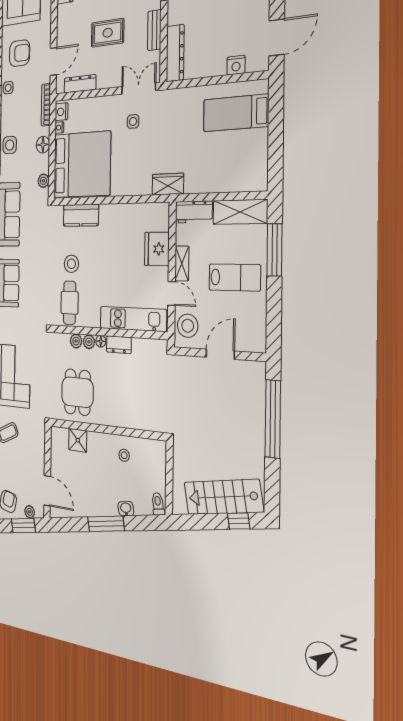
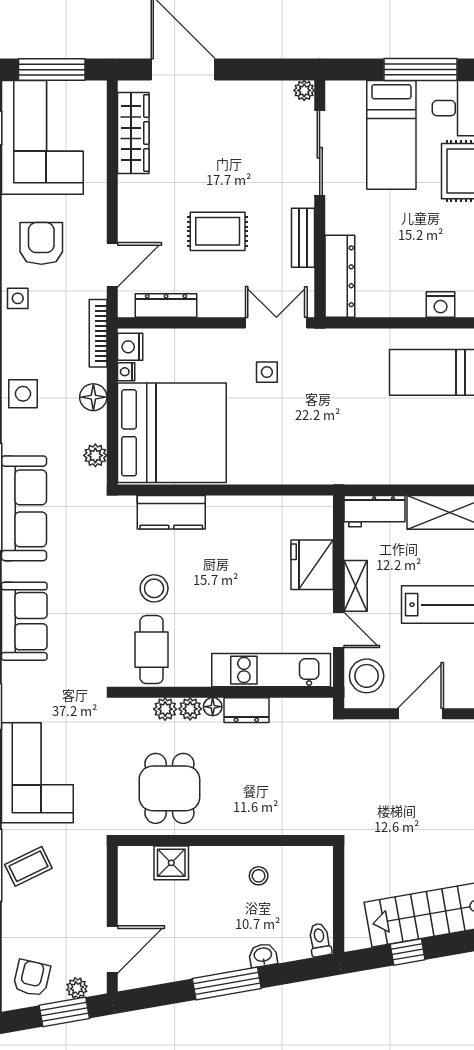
armchair: (20, 53) -> (41, 243), turned -90
wardrobe: (168, 184) -> (330, 469), removed
door: (47, 491) -> (112, 949), hinge flipped
window: (239, 521) -> (408, 952), moved

